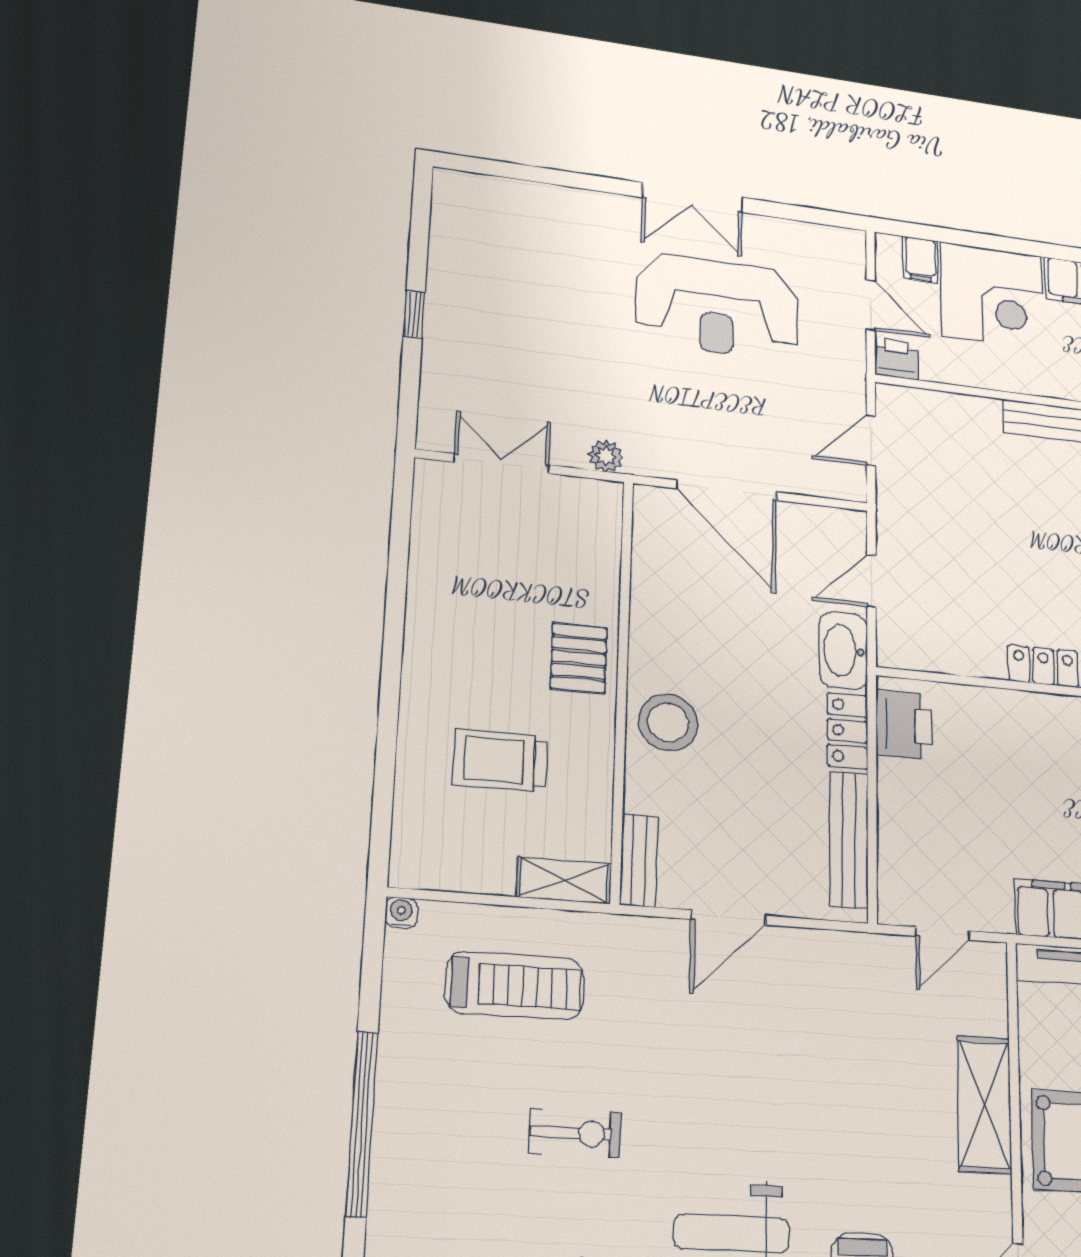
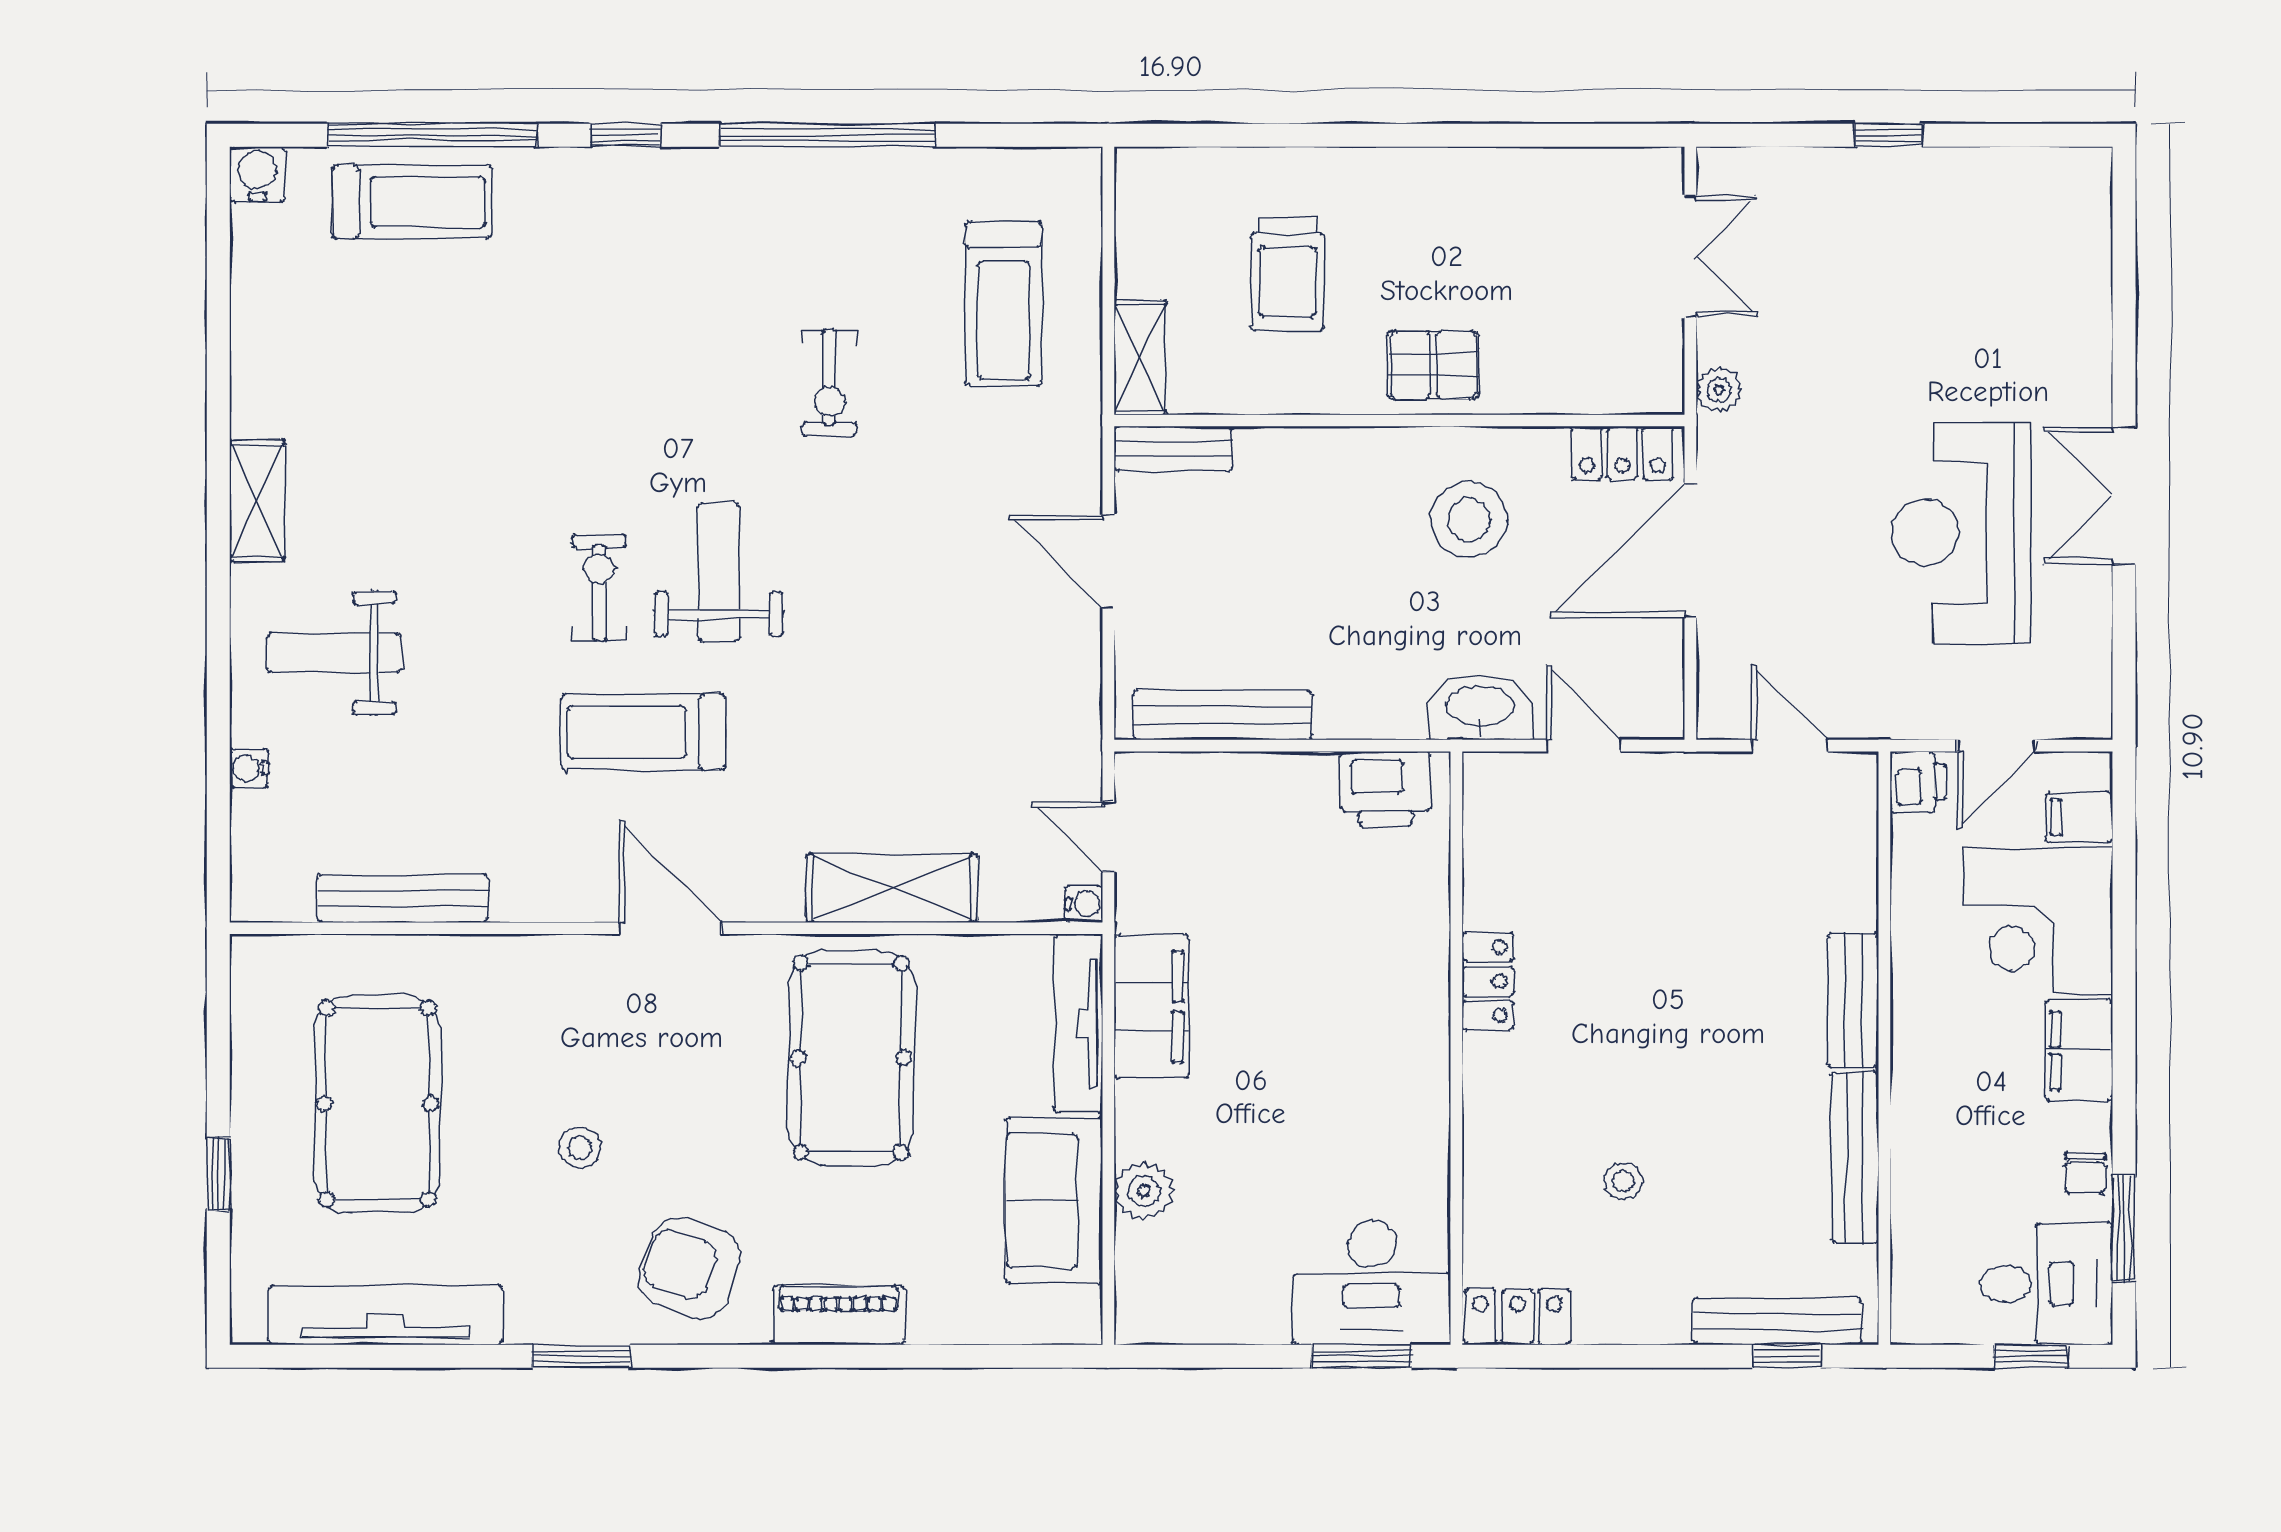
stool: (668, 722) -> (1469, 520), moved
locker: (847, 731) -> (1622, 453), moved, turned 180
trolley: (501, 760) -> (1287, 274), turned 180
water cooler: (401, 913) -> (1084, 904), moved

